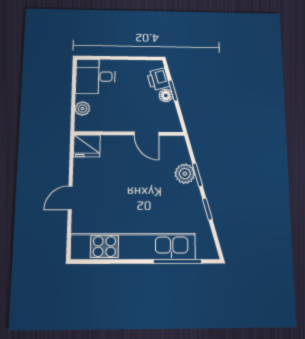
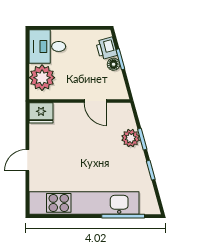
plant: (82, 109) -> (42, 78), width x1.87, depth x1.87

